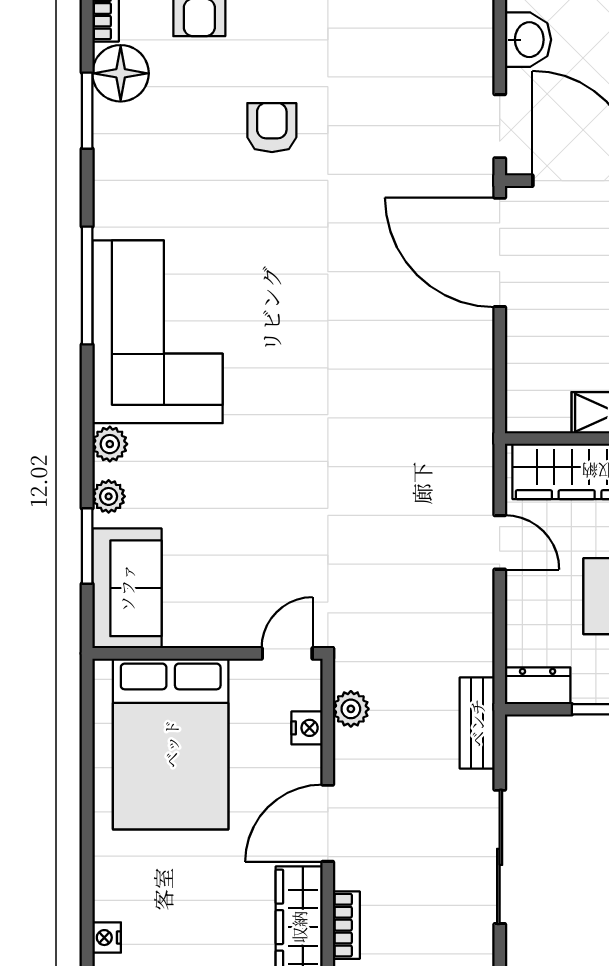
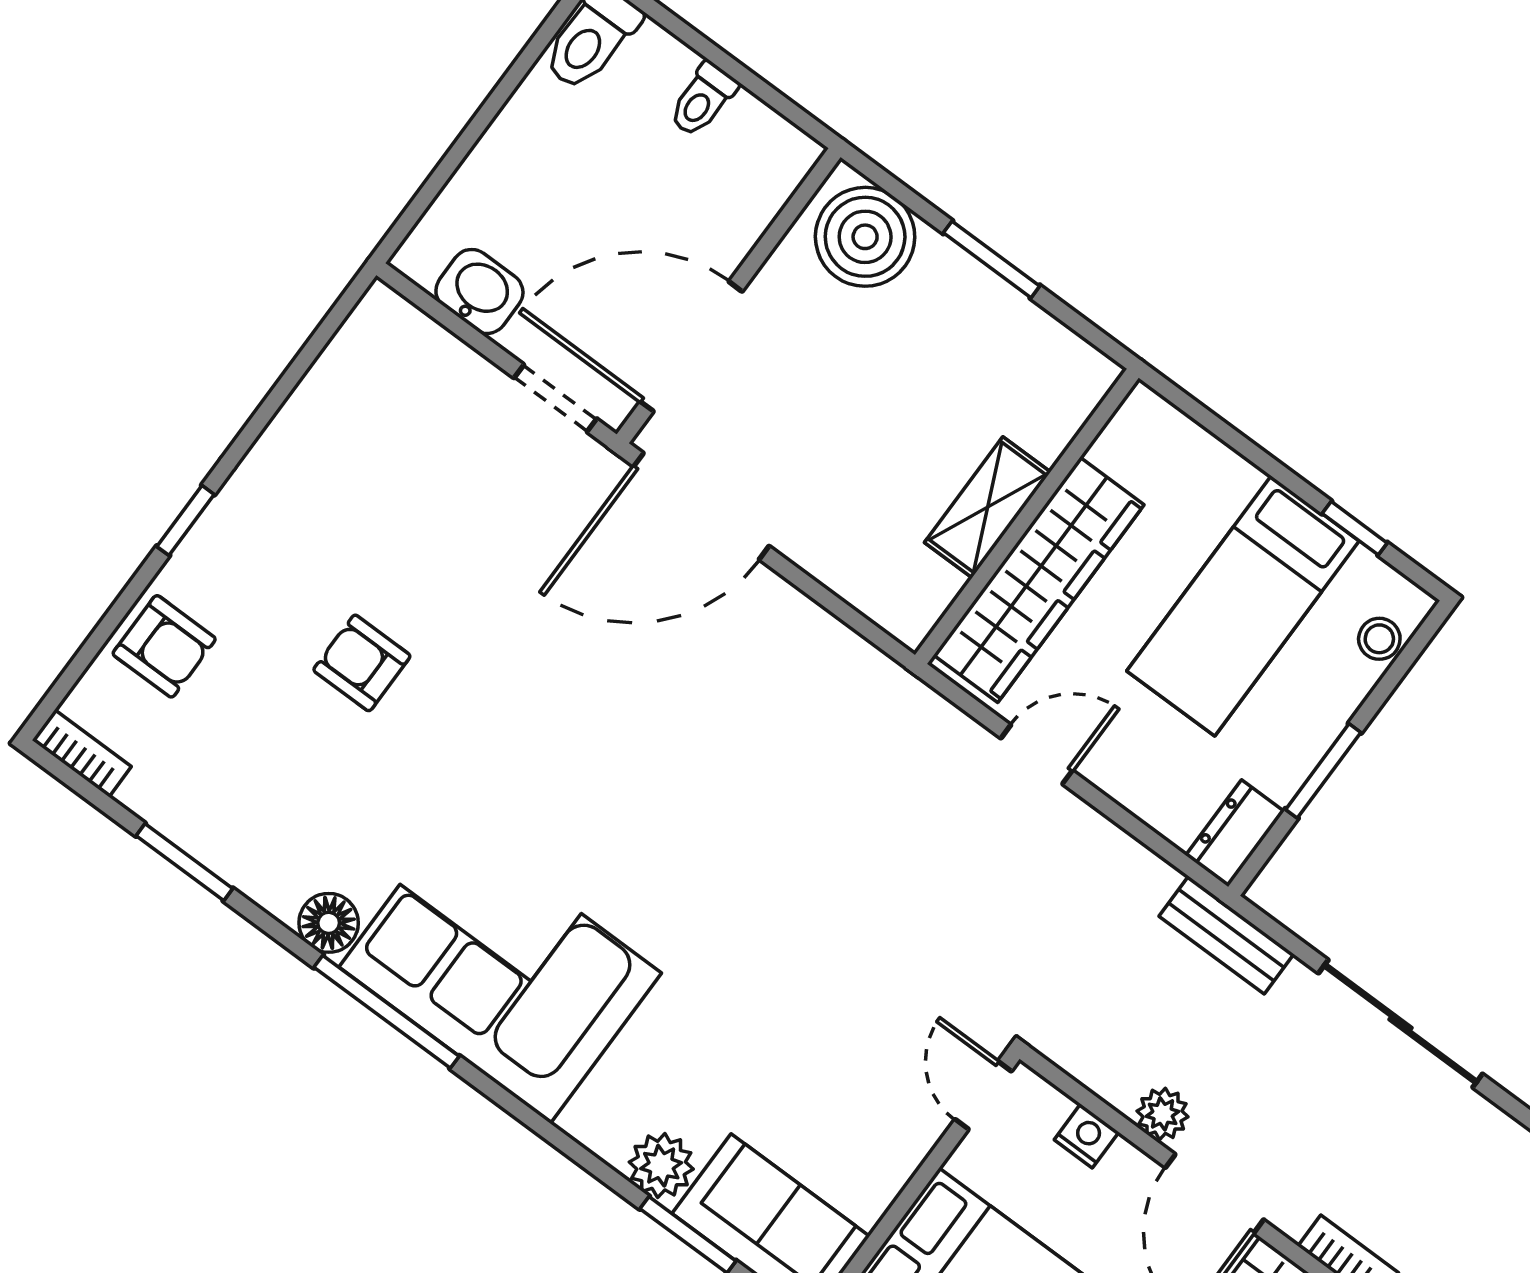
floor lamp: (121, 73) -> (329, 923), moved, width x0.73, depth x0.73
plant: (110, 444) -> (589, 1121), removed
plant: (109, 496) -> (661, 1166), width x1.38, depth x1.38
plant: (351, 709) -> (1163, 1114), moved

